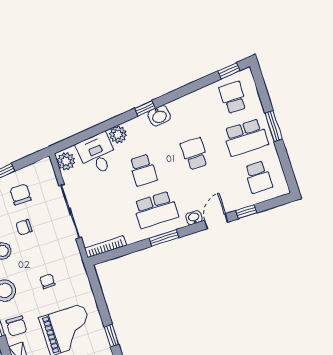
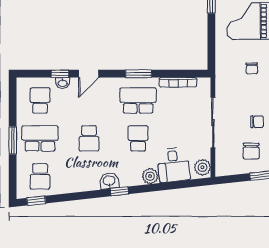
washbasin: (194, 218) -> (63, 83), moved
bookcase: (105, 247) -> (178, 82), moved

